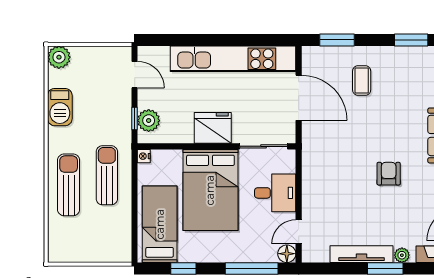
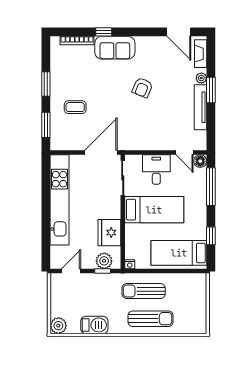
window: (411, 40) -> (46, 84), moved
door: (299, 98) -> (101, 153), moved
fridge: (213, 128) -> (109, 233), moved
armchair: (389, 174) -> (142, 88), turned -68
sun lounger: (69, 185) -> (151, 319), turned 180
bed: (210, 190) -> (154, 210), width x0.67

